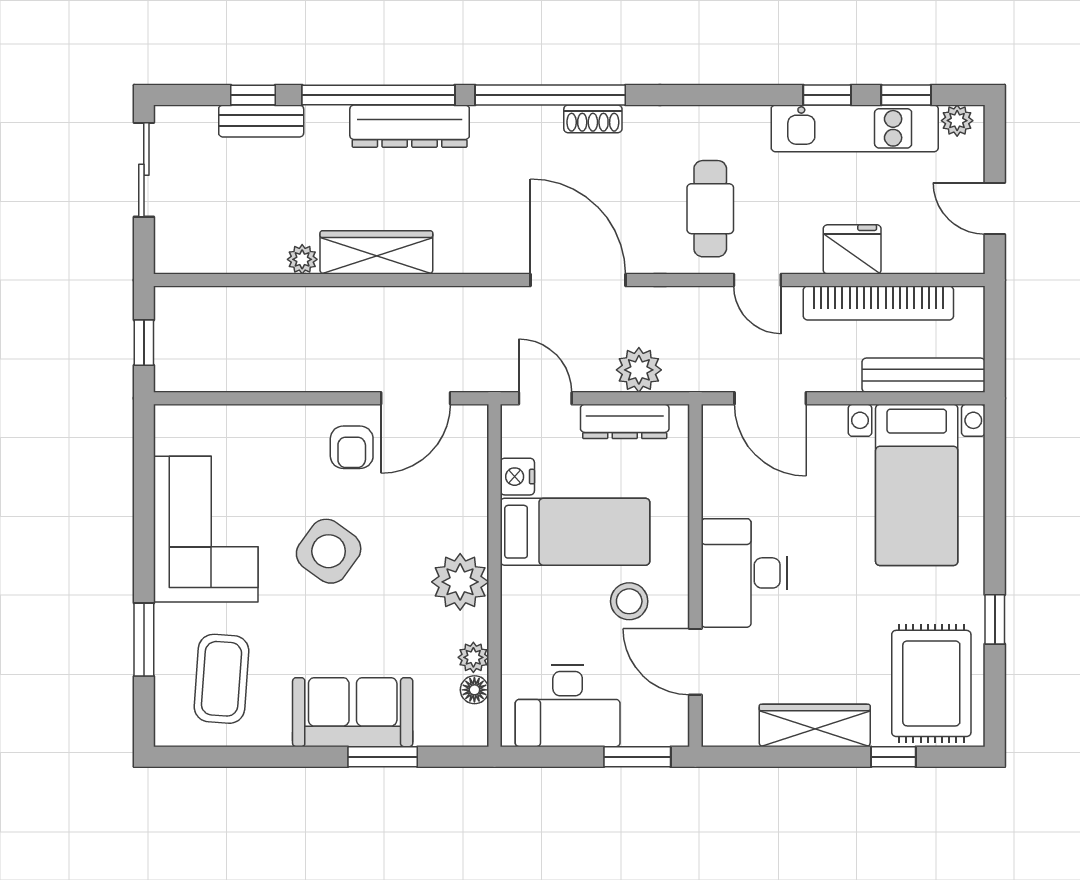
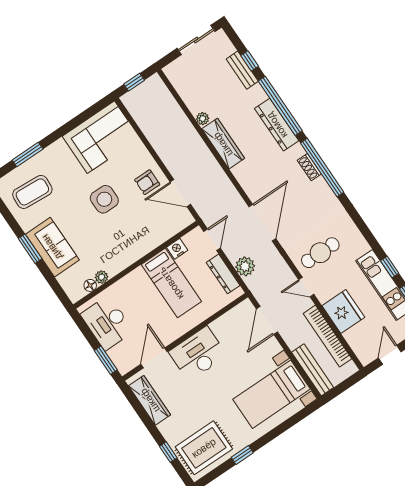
shoe rack: (593, 119) -> (309, 167), moved
fridge: (852, 249) -> (343, 312), width x1.36, depth x1.34
door: (757, 280) -> (306, 287), hinge flipped
corner sofa: (206, 529) -> (101, 137), moved
side table: (329, 551) -> (104, 199), turned -36
plant: (460, 582) -> (125, 254), removed
stool: (629, 601) -> (160, 319), removed
wardrobe: (815, 725) -> (150, 400), moved
window: (383, 757) -> (30, 249), moved

